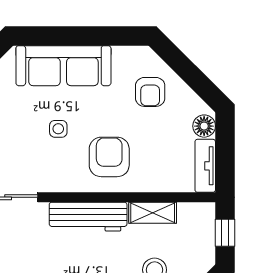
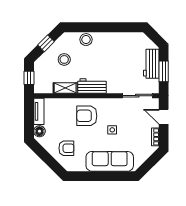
armchair: (150, 92) -> (66, 148), turned 90
armchair: (109, 157) -> (87, 116), turned 90
workbench: (88, 217) -> (92, 86), width x0.73

